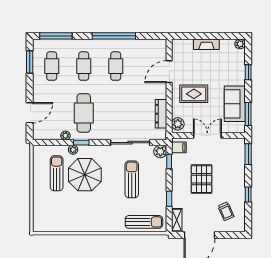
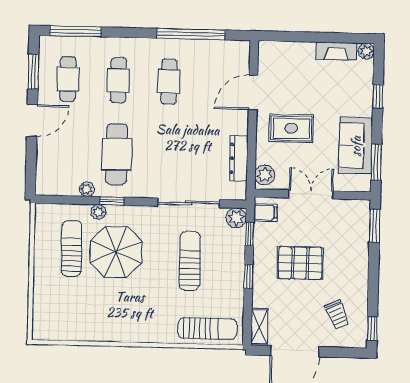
window: (114, 36) -> (191, 34), moved
fireplace: (206, 44) -> (336, 51), moved
door: (30, 113) -> (32, 120), moved
pallet: (202, 179) -> (300, 263), turned 90
window: (248, 194) -> (372, 328), moved
window: (169, 199) -> (249, 277), moved

